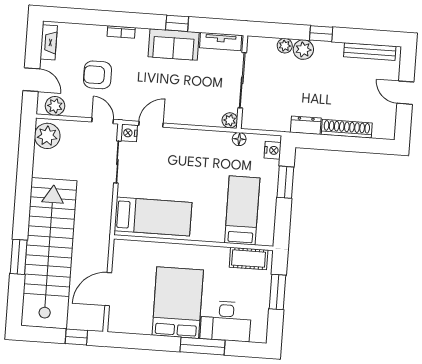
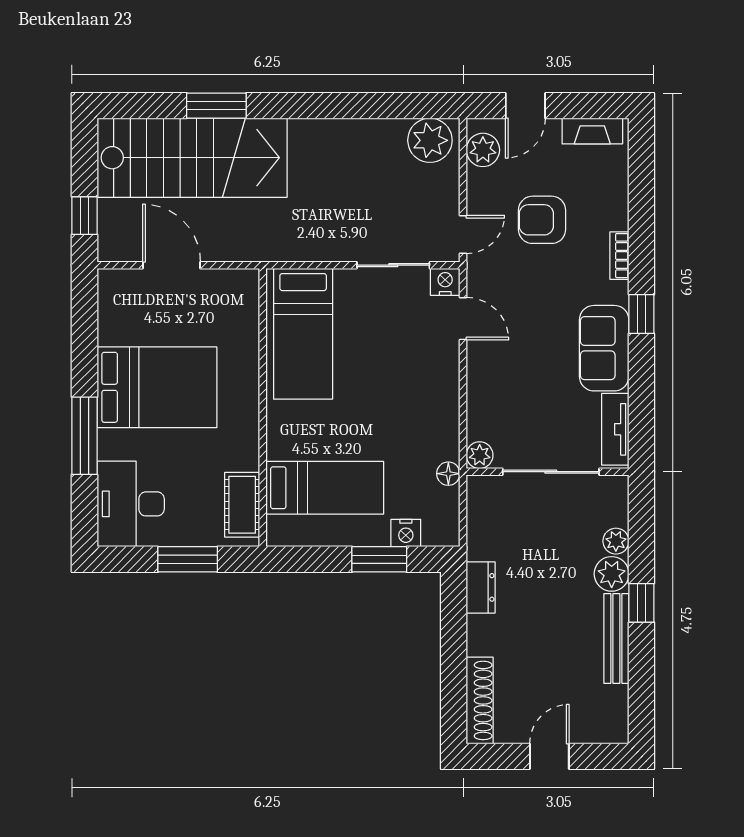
window: (177, 23) -> (641, 314), moved
bench: (370, 52) -> (616, 639), moved
armchair: (97, 75) -> (542, 220), turned -90
shoe rack: (347, 129) -> (480, 700), moved
nightstand: (273, 150) -> (406, 533), moved
stairs: (49, 253) -> (192, 158), width x0.73
desk: (226, 321) -> (131, 504), moved

